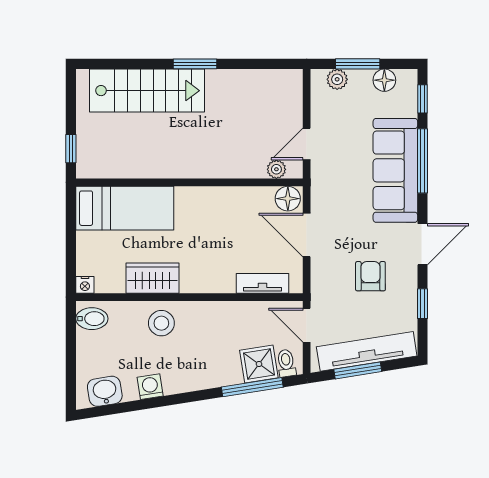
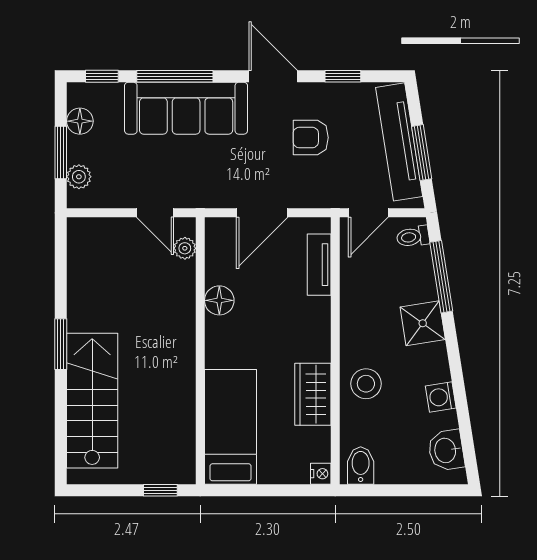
floor lamp: (288, 199) -> (219, 300), moved
shower: (259, 364) -> (423, 323), moved

